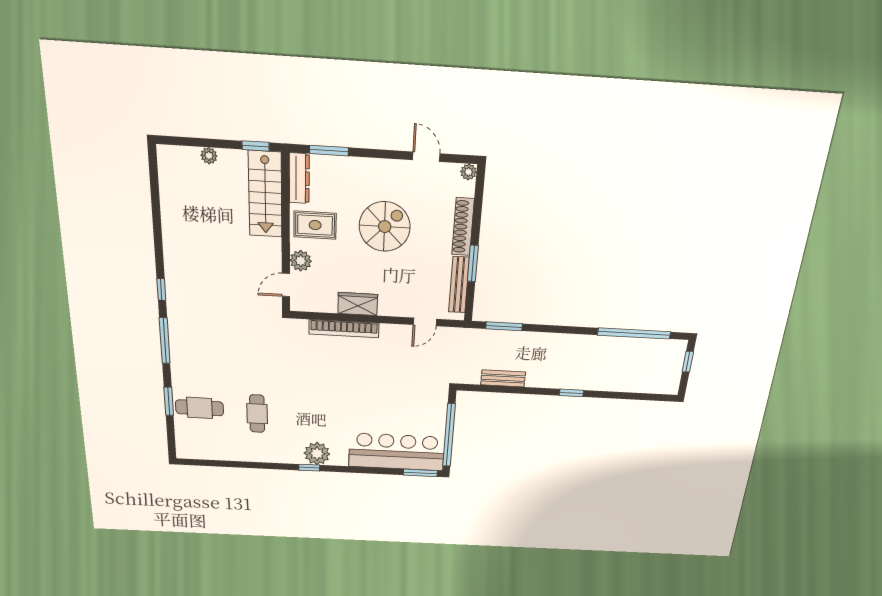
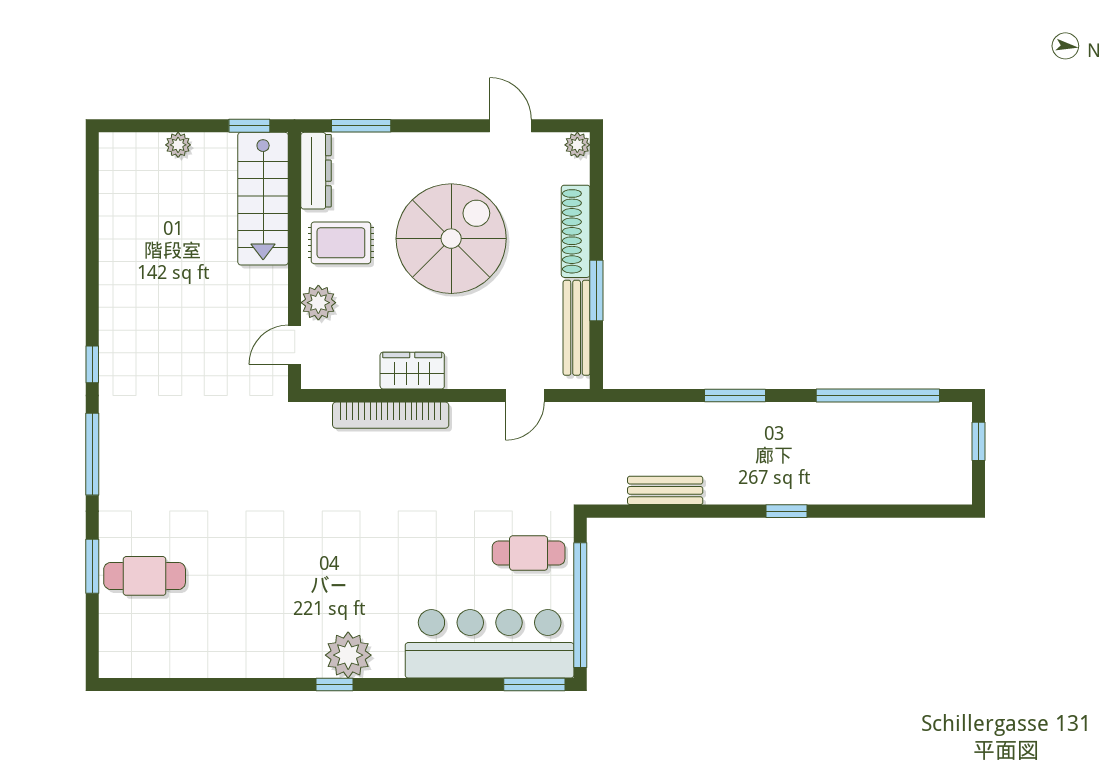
spiral stairs: (385, 227) -> (451, 239), width x1.37, depth x1.37
window: (504, 326) -> (735, 396), moved
cafe table: (257, 414) -> (529, 553), moved, turned 90

